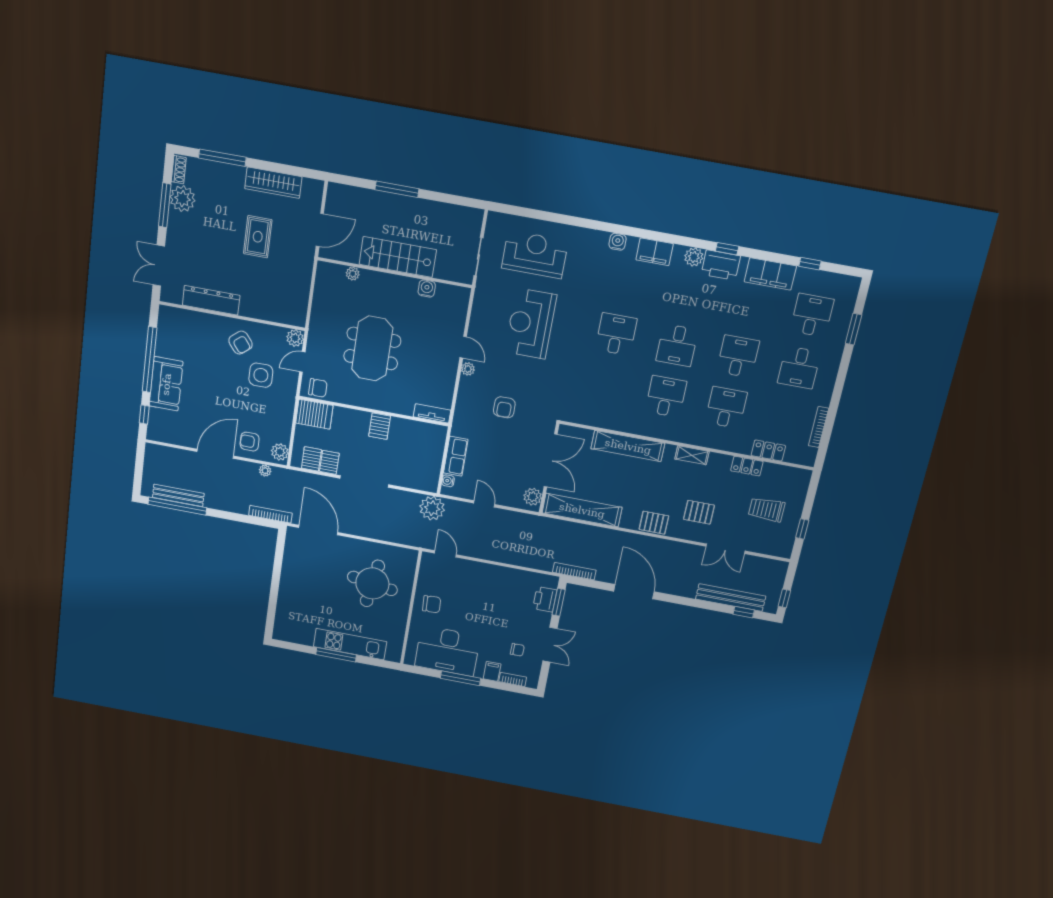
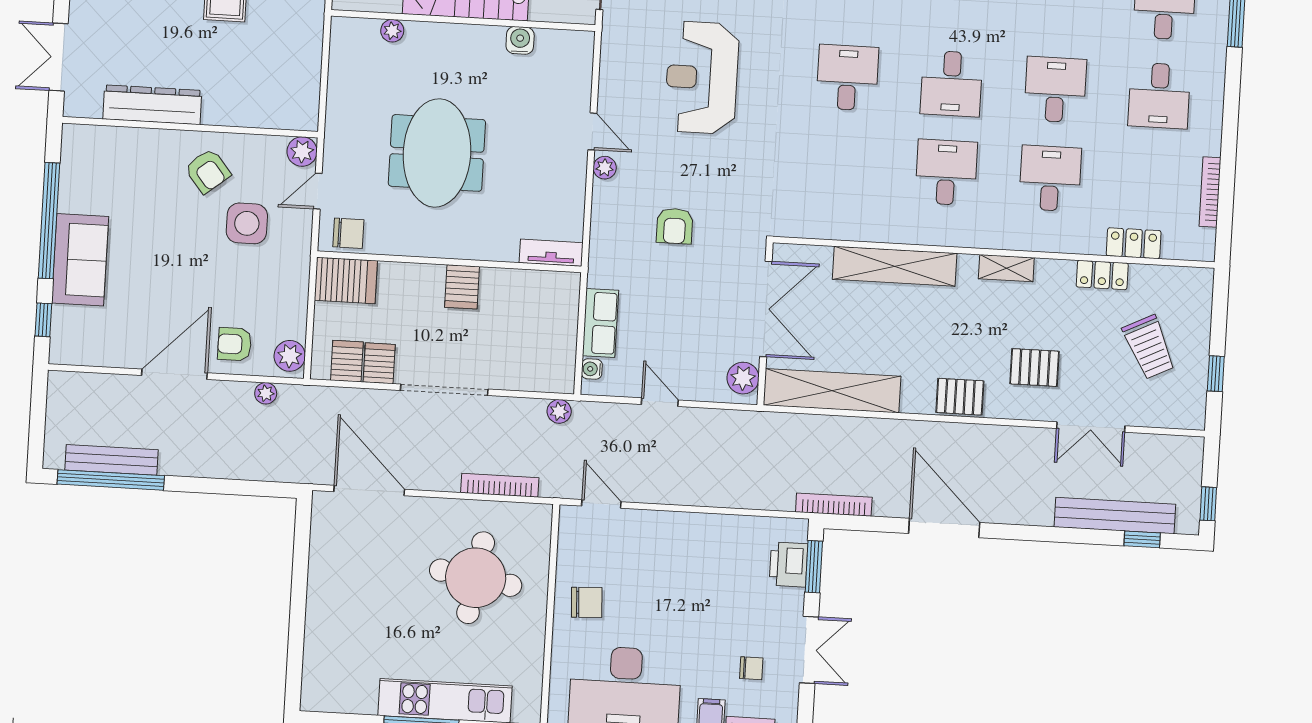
plant: (432, 508) -> (559, 411), width x0.53, depth x0.53
trolley: (767, 510) -> (1149, 347), turned -116
bookcase: (270, 514) -> (500, 485), moved

